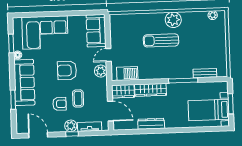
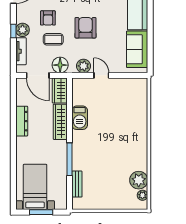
plant: (173, 20) -> (139, 180), moved
sofa: (96, 31) -> (137, 49), moved, turned -90
sun lounger: (161, 40) -> (116, 136), removed
barbecue: (127, 74) -> (80, 118), moved
floor lamp: (101, 92) -> (60, 65), added
door: (110, 111) -> (38, 75), hinge flipped

